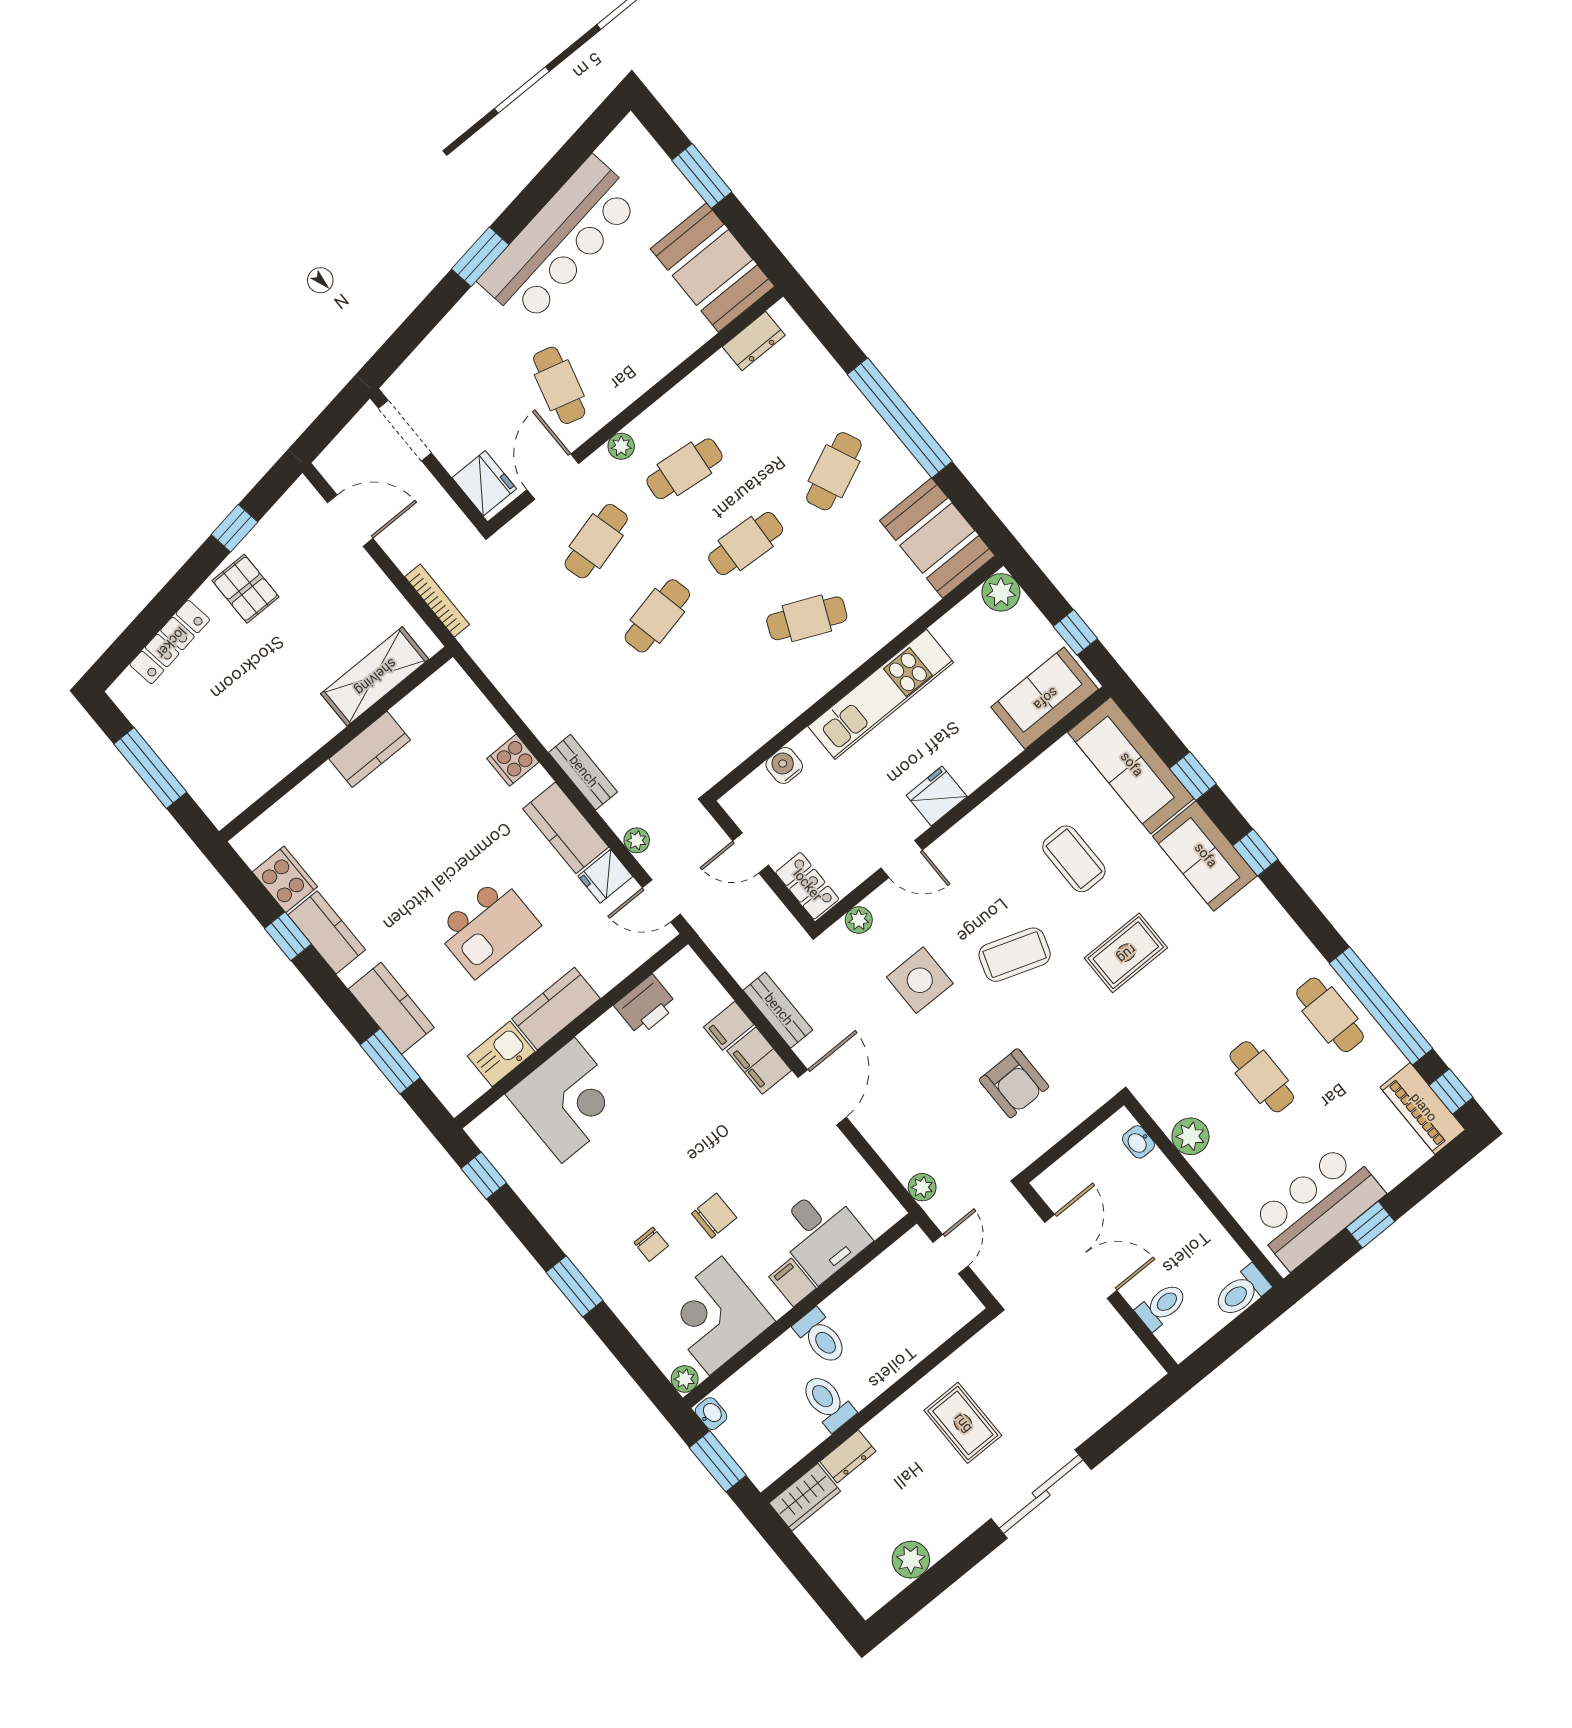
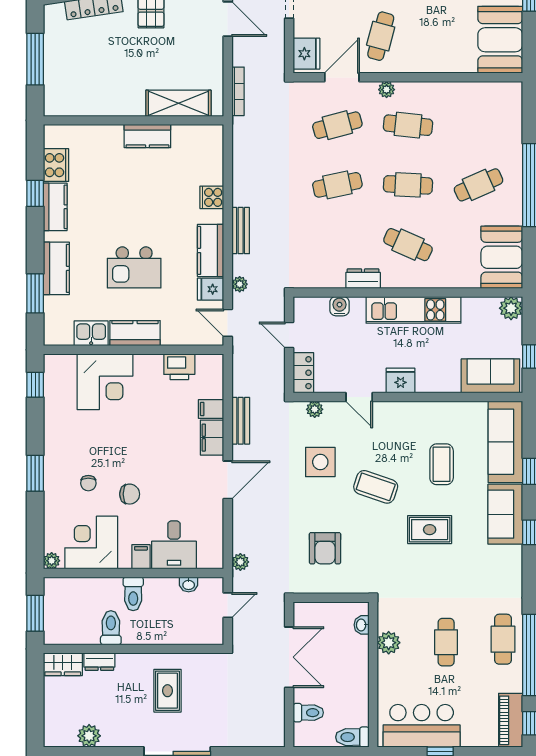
dresser: (754, 341) -> (363, 279), moved, turned 180
washbasin: (711, 1414) -> (189, 585), moved, turned 90

